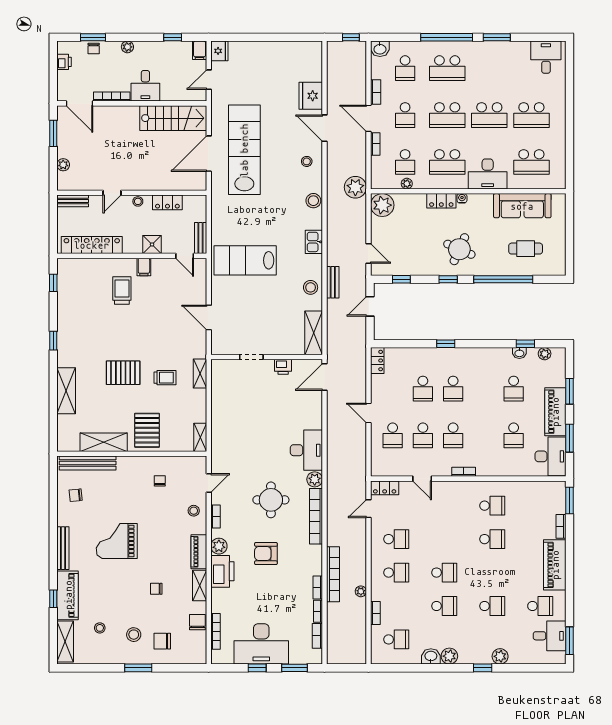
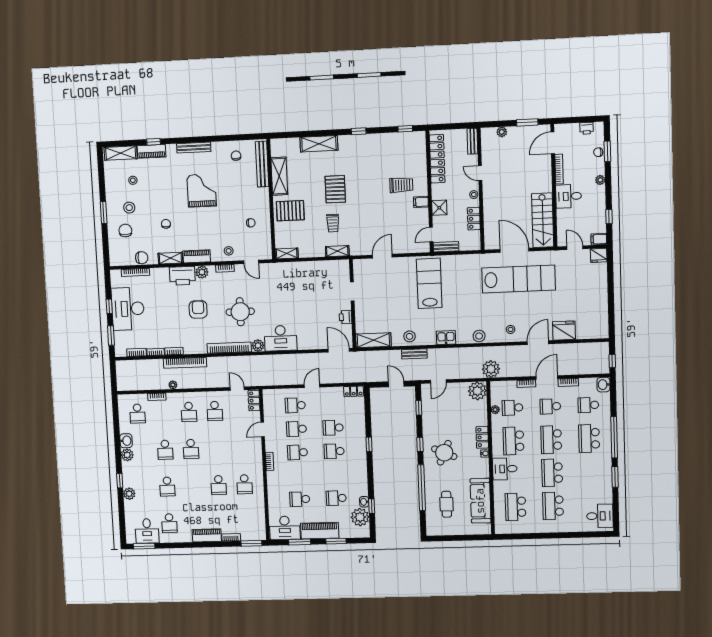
desk: (488, 174) -> (505, 469), width x0.73
plant: (545, 354) -> (360, 517), width x1.87, depth x1.87
piano: (555, 565) -> (207, 535), width x0.73, depth x0.75
piano: (68, 595) -> (152, 151), width x0.73, depth x0.75

